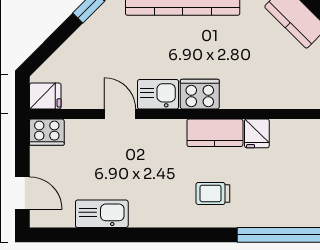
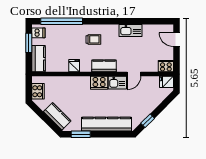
door: (120, 114) -> (134, 74), hinge flipped
kitchen counter: (215, 133) -> (104, 66), moved
kitchen sink: (102, 214) -> (130, 31), moved

